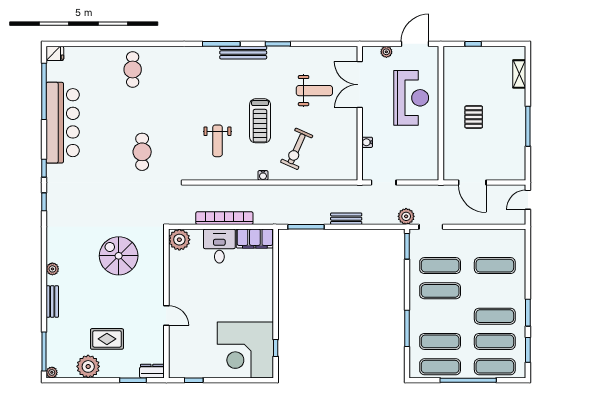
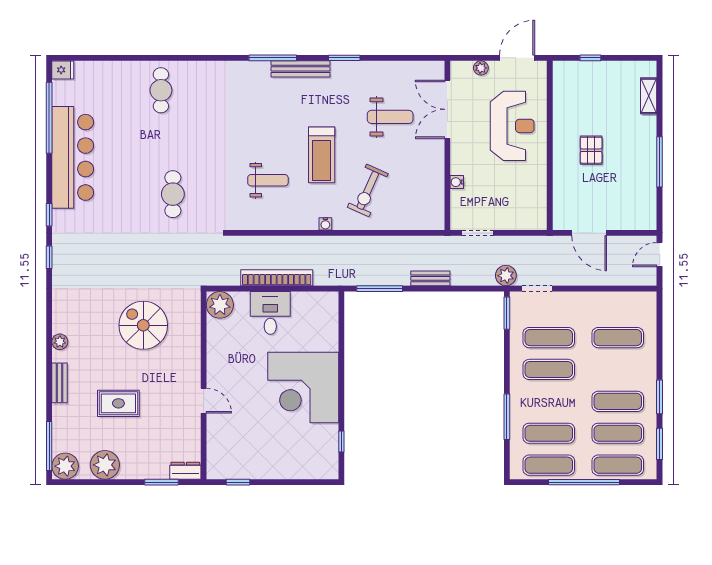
weight bench: (217, 141) -> (268, 180), turned -90
filing cabinet: (255, 239) -> (315, 304), removed
rug: (107, 339) -> (118, 403), moved
corner desk: (245, 350) -> (303, 387), moved
plant: (52, 372) -> (65, 466), width x1.88, depth x1.88

